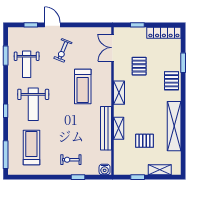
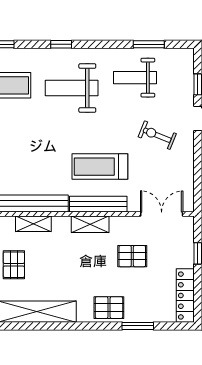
bench: (106, 87) -> (98, 204), added

